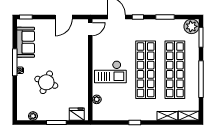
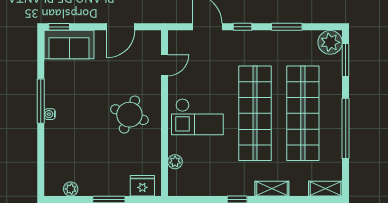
door: (90, 29) -> (164, 65), moved
sofa: (26, 42) -> (69, 45), moved, turned 90
round table: (46, 82) -> (129, 115), moved
shelving: (167, 116) -> (272, 189), moved

